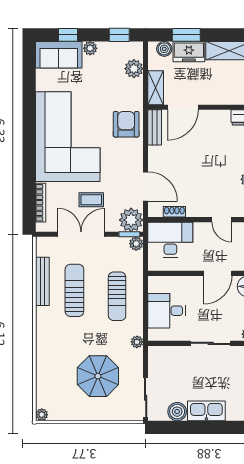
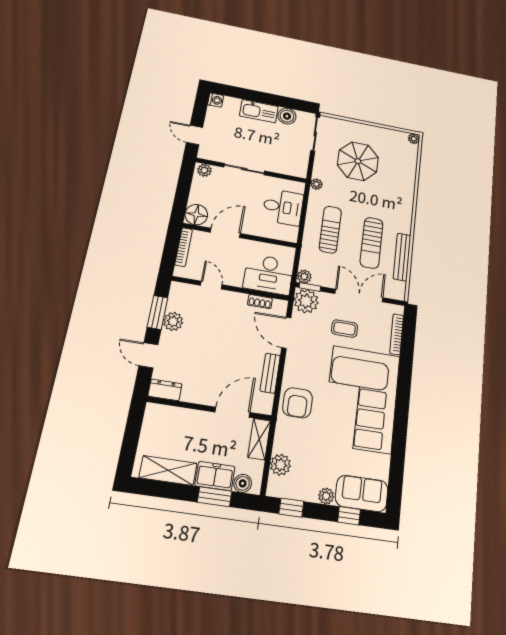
bench: (155, 127) -> (270, 373), moved
double door: (81, 234) -> (359, 296), swing flipped

